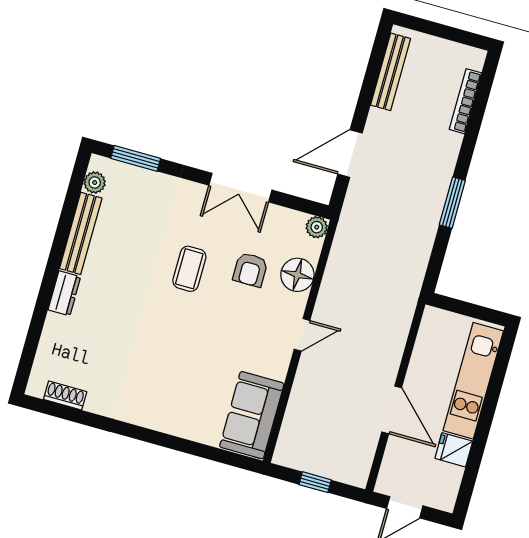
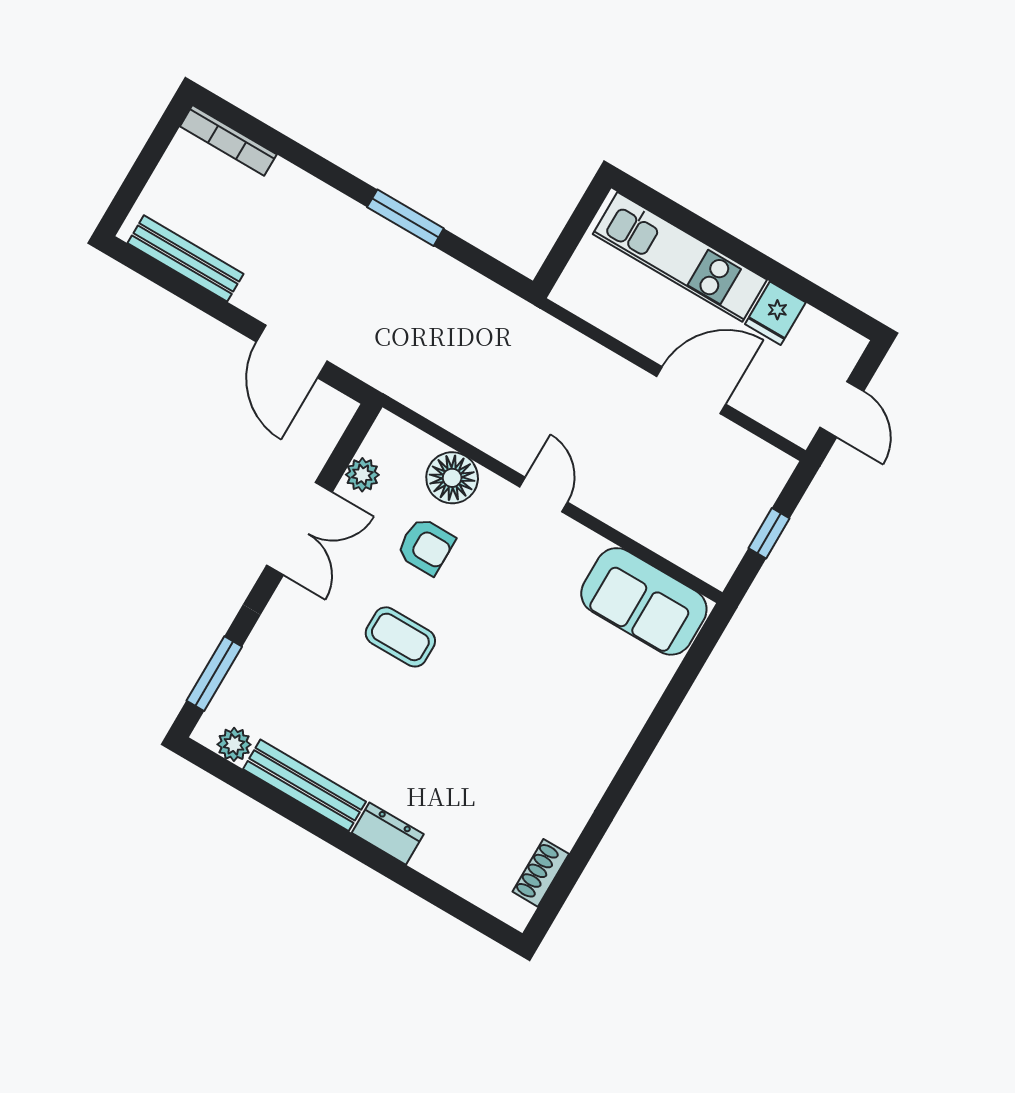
bookcase: (465, 101) -> (228, 140), moved
plant: (317, 227) -> (362, 475), moved

